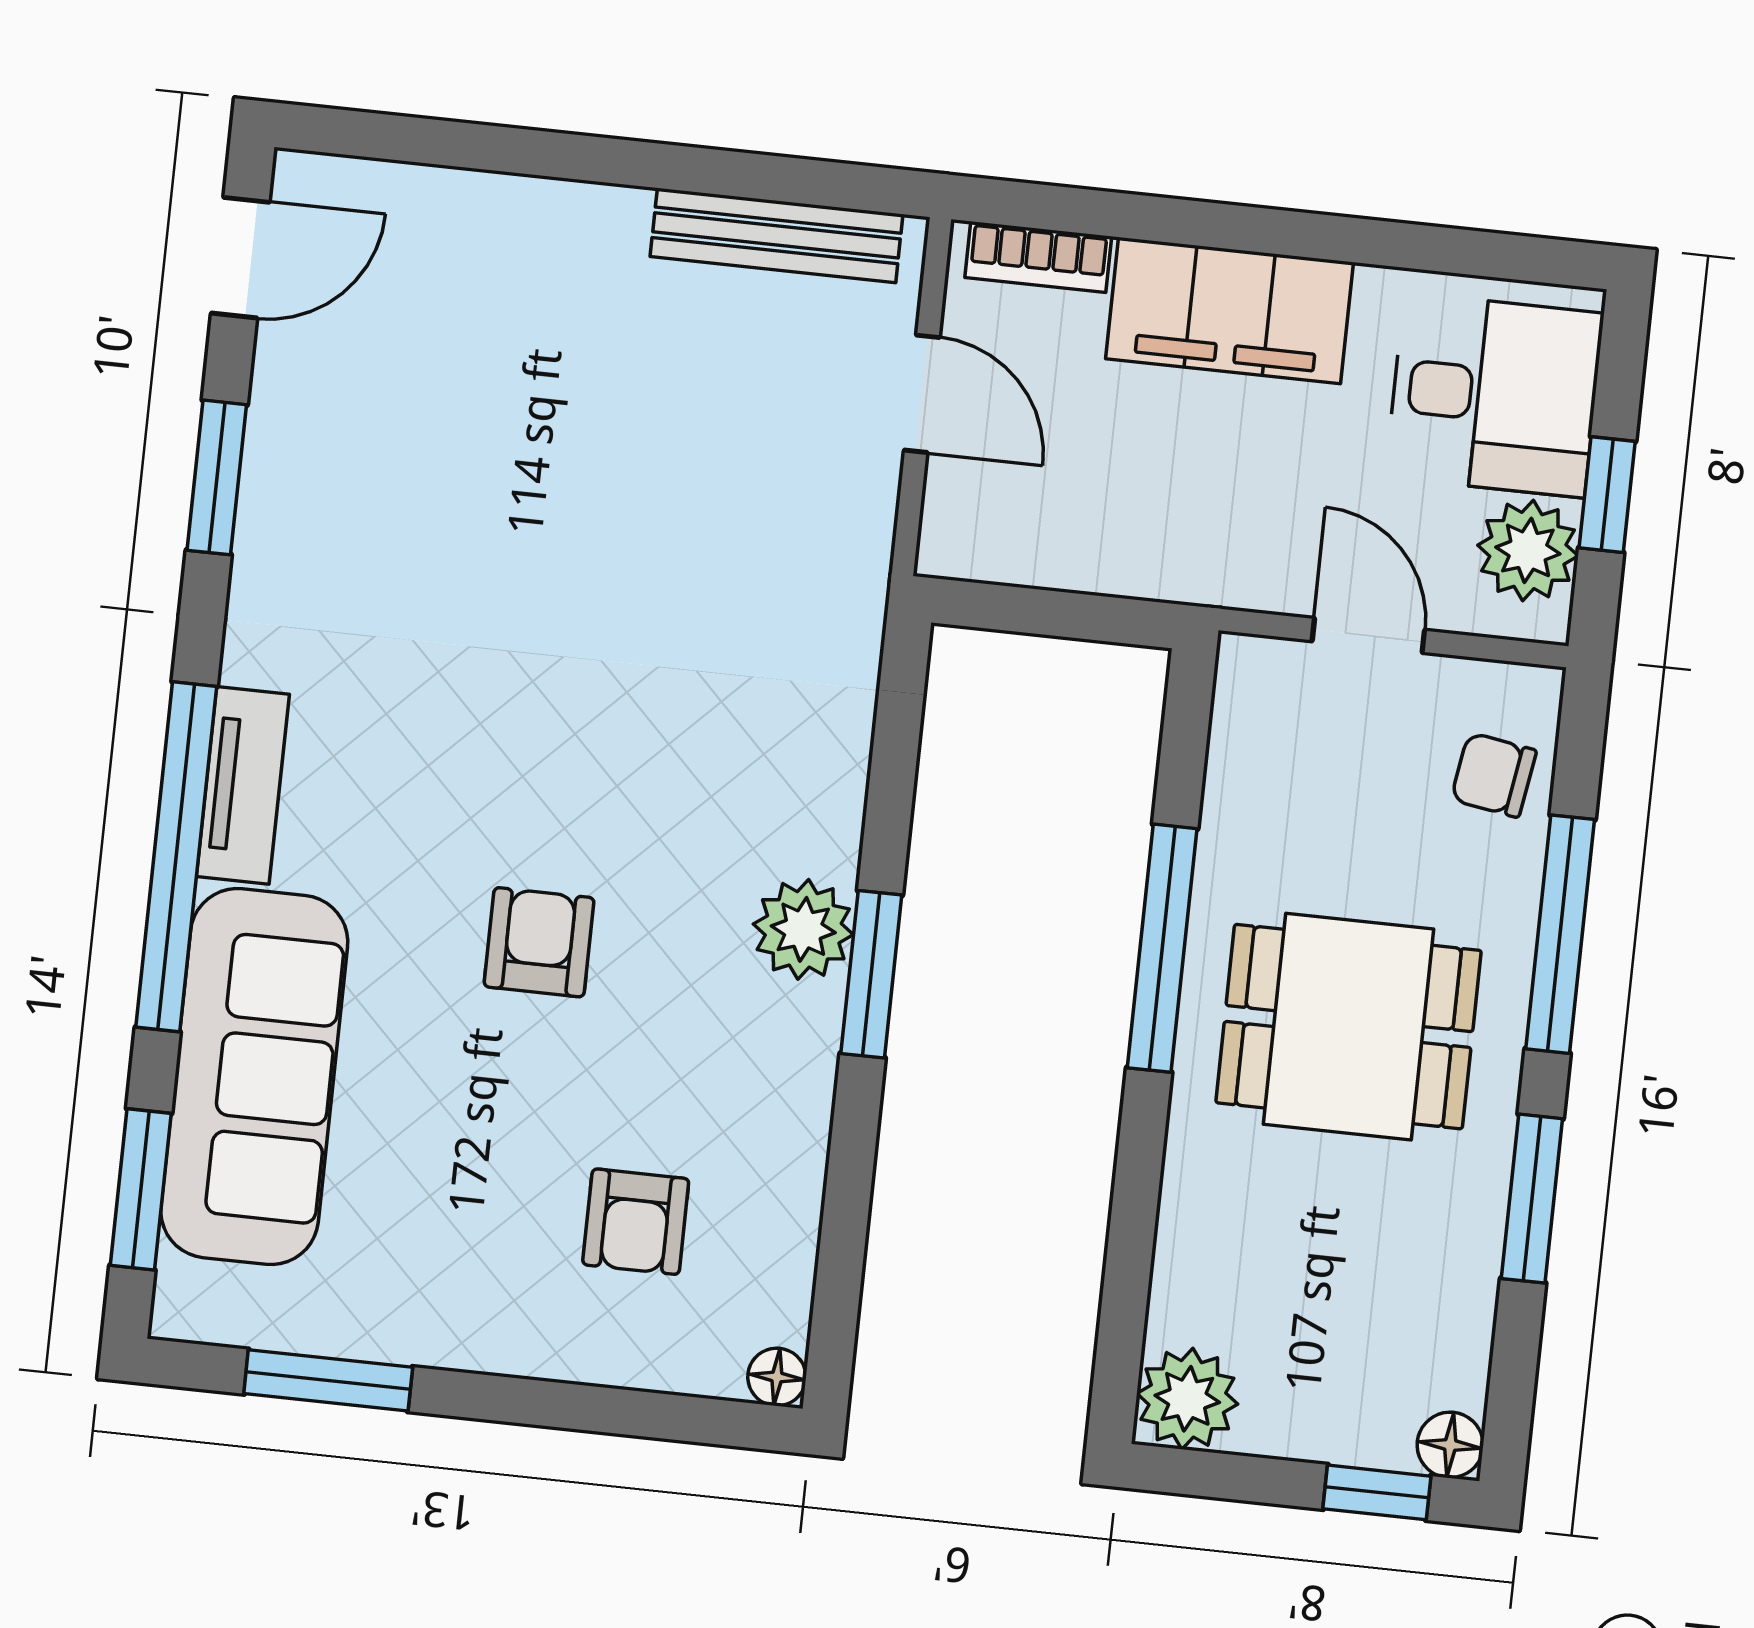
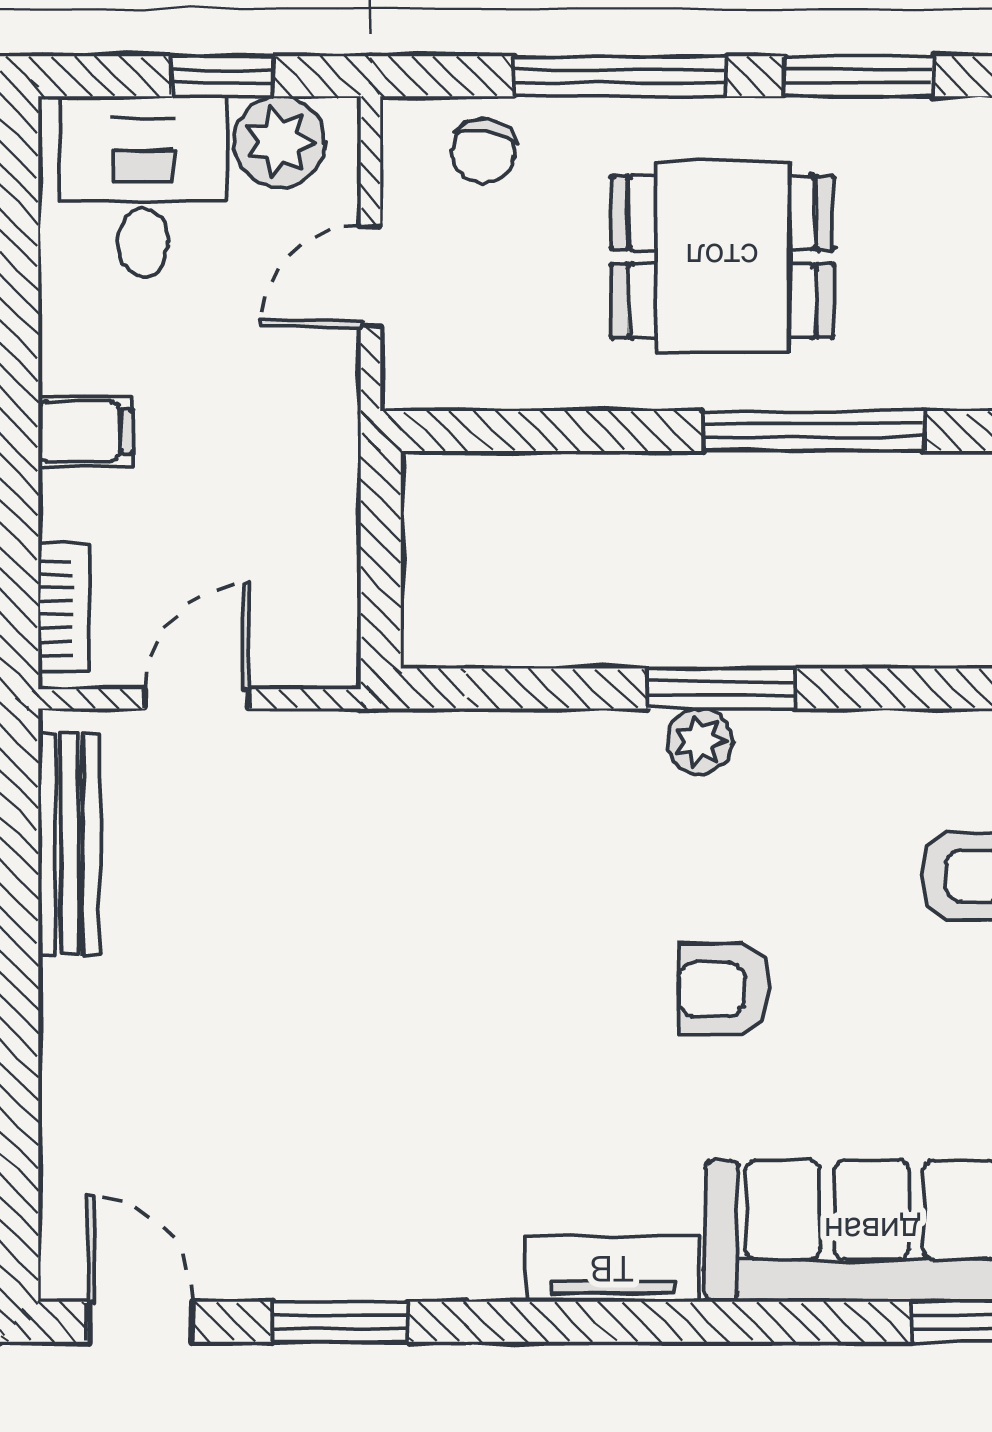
filing cabinet: (1230, 311) -> (85, 432), width x0.33, depth x0.86
window: (176, 857) -> (682, 1322), removed
plant: (803, 929) -> (700, 741), width x0.73, depth x0.73
window: (1162, 948) -> (813, 431), moved
dining table: (1348, 1027) -> (722, 257), turned 90

